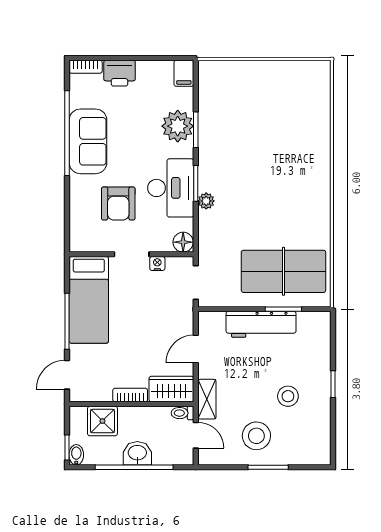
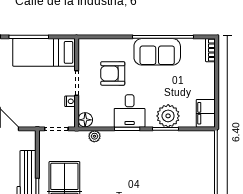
printer: (119, 73) -> (206, 74), removed
filing cabinet: (184, 73) -> (206, 113), width x2.00
desk: (171, 188) -> (130, 111), width x0.73
plant: (206, 201) -> (94, 136), moved

